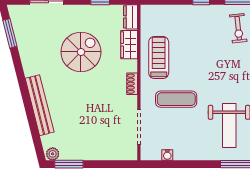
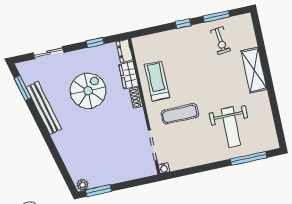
shoe rack: (132, 84) -> (136, 98), moved
bench: (40, 105) -> (44, 108), moved
water cooler: (167, 155) -> (164, 168), moved

